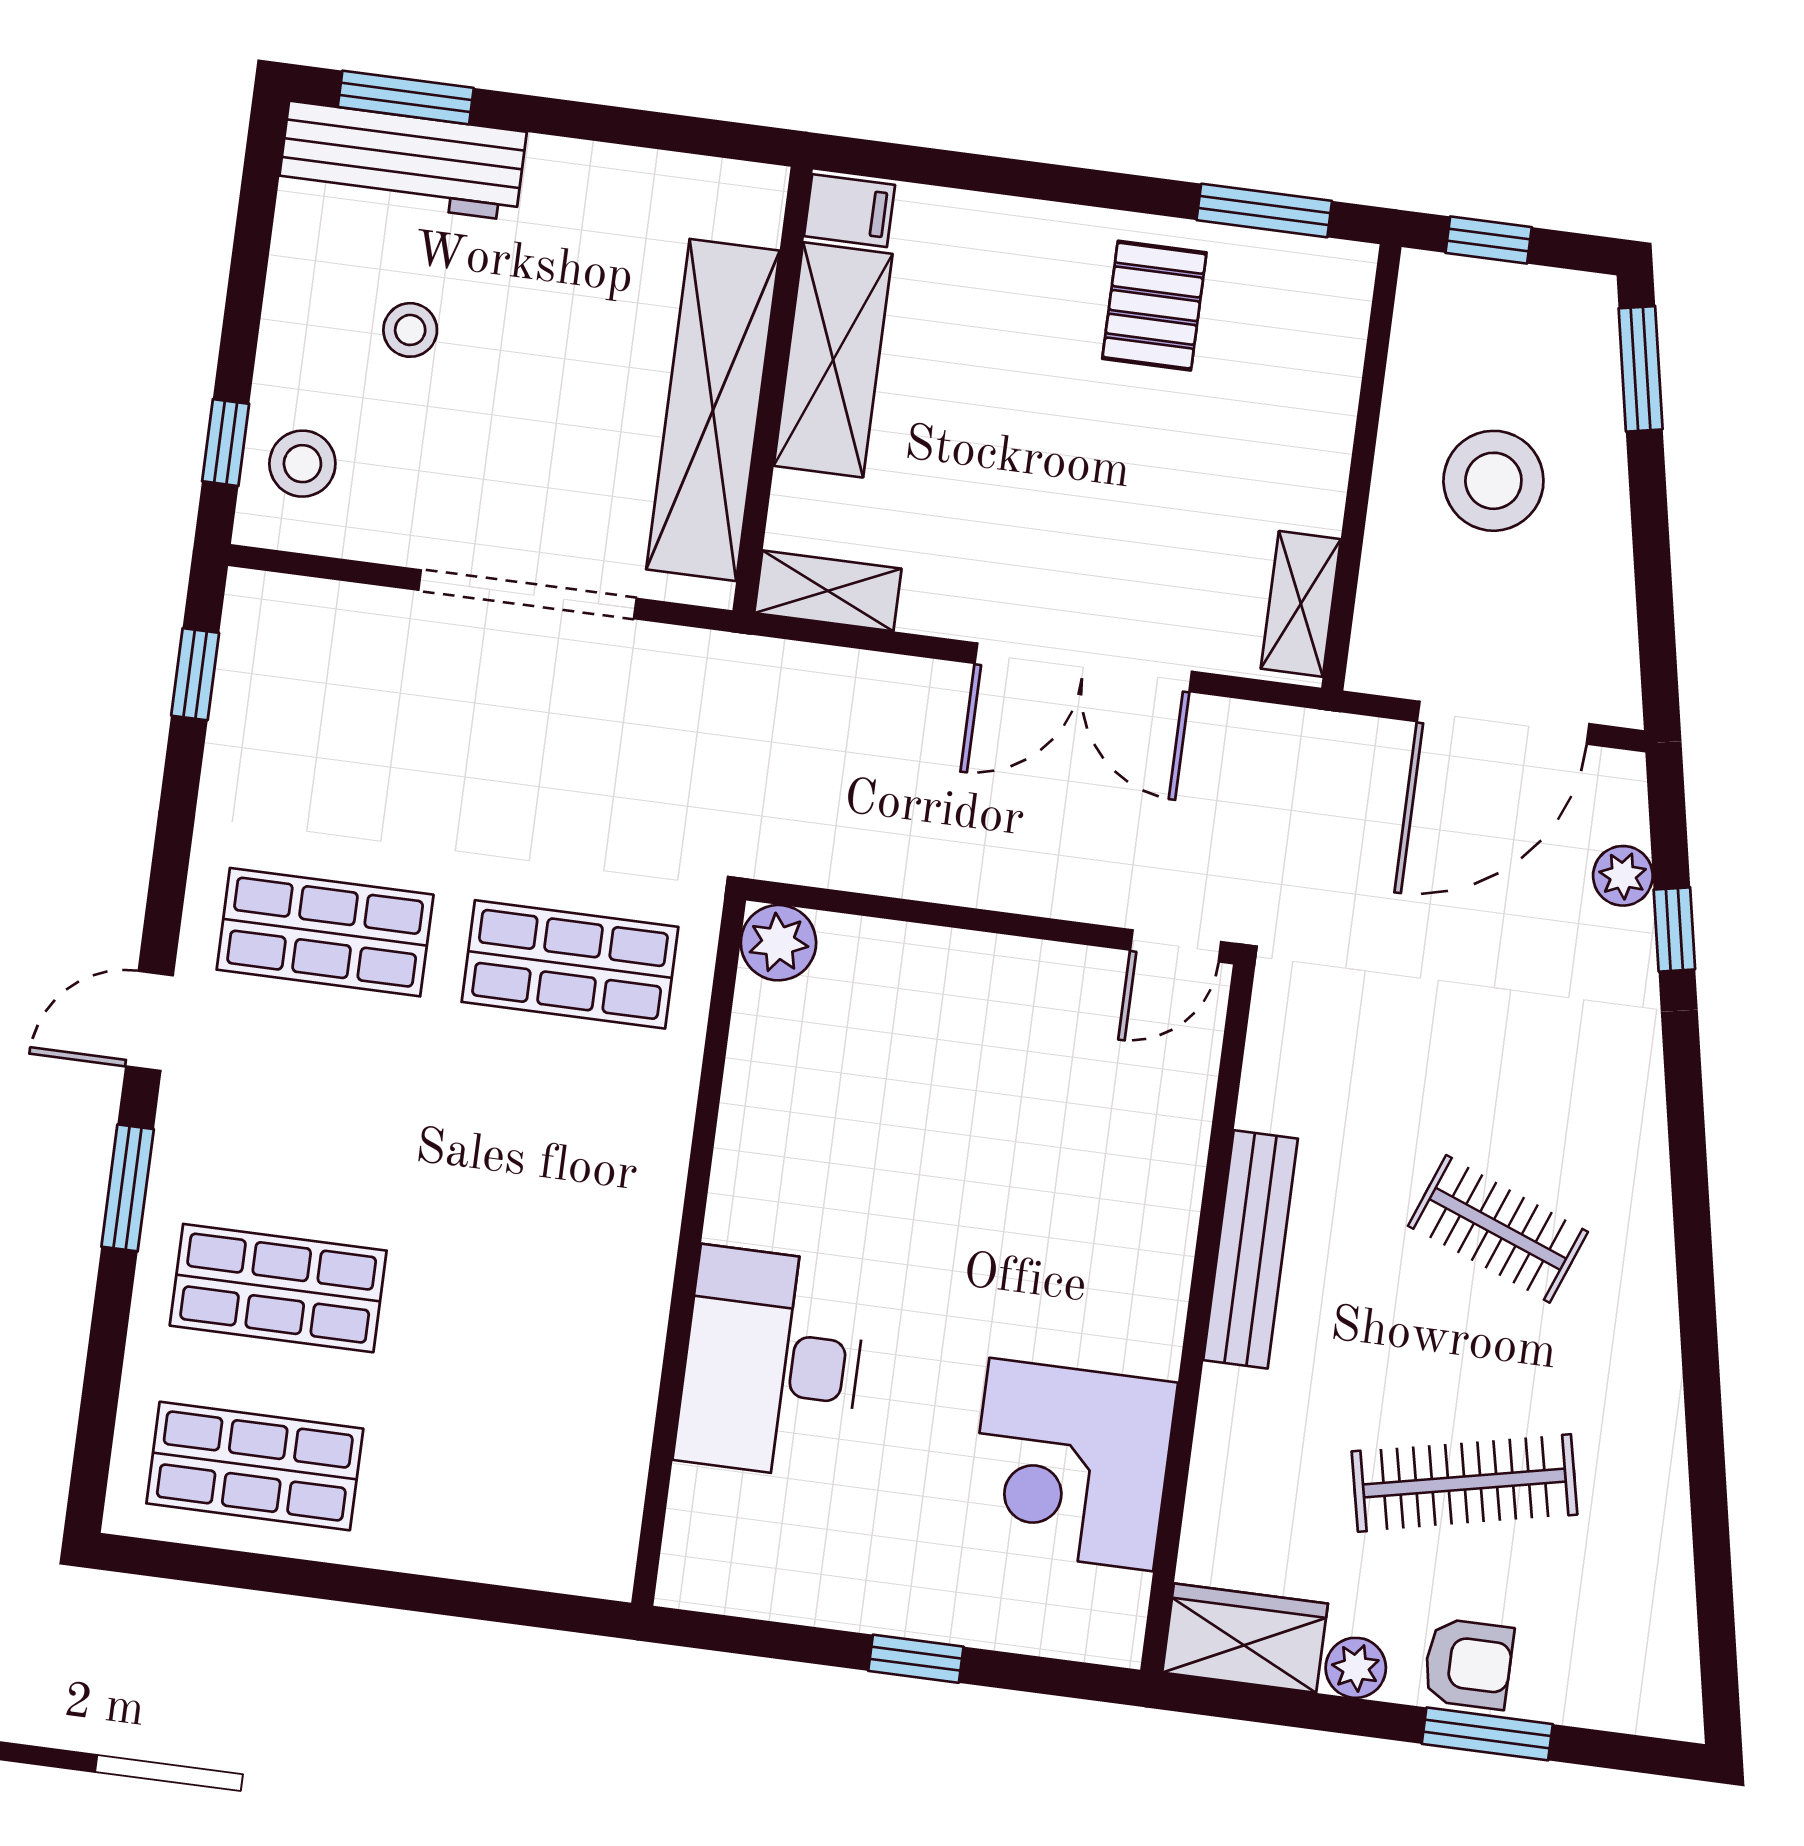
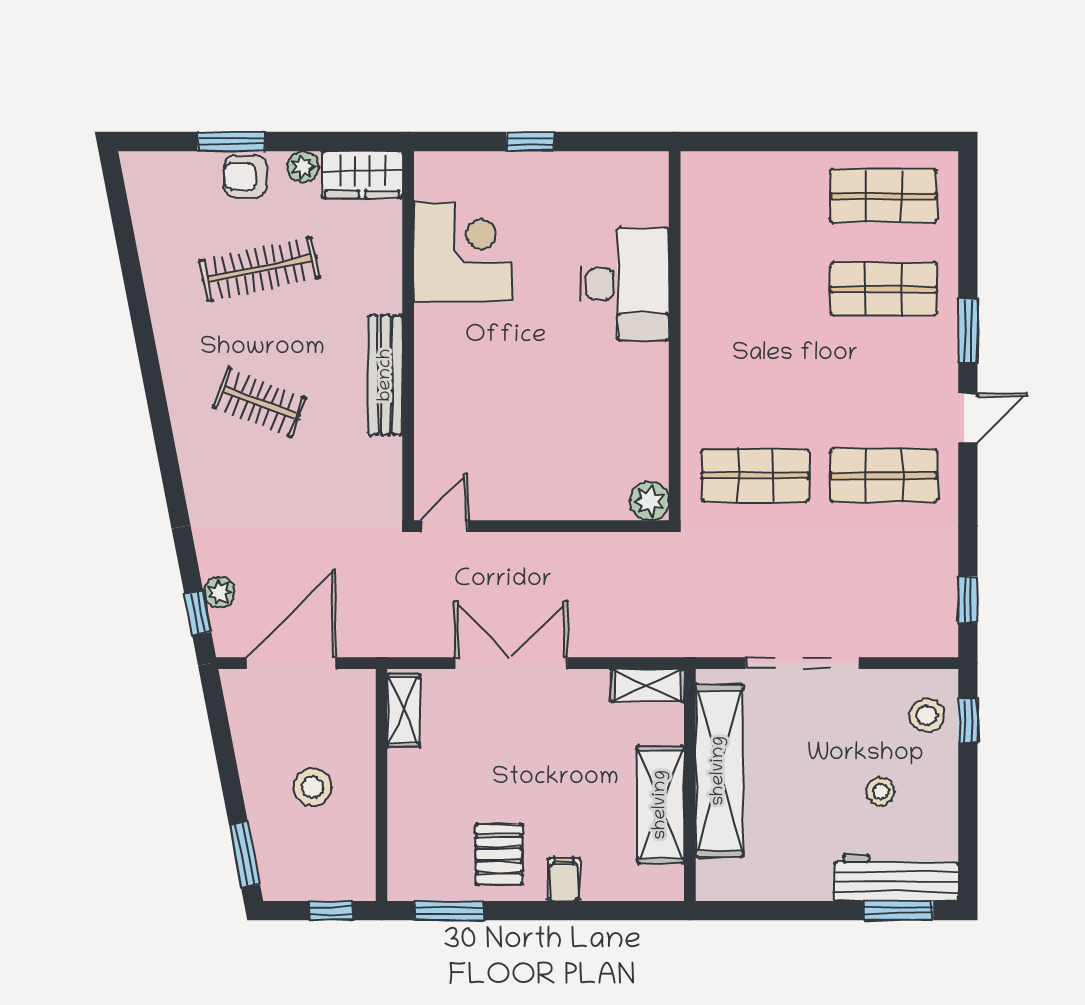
filing cabinet: (849, 211) -> (564, 879), moved, turned 90
stool: (1493, 481) -> (313, 787), width x0.73, depth x0.73
window: (1674, 929) -> (198, 613), moved

